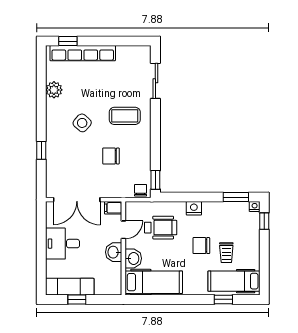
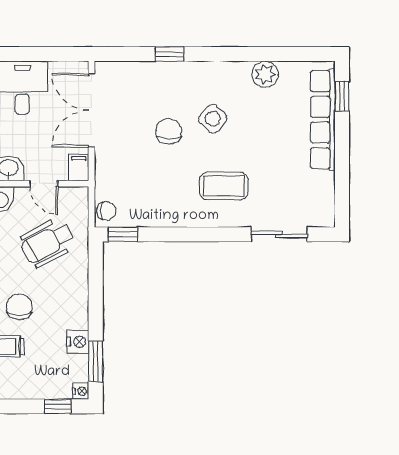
coffee table: (125, 116) -> (224, 186), turned 90
chair: (111, 156) -> (169, 131), moved
nightstand: (194, 208) -> (78, 342), moved
wheelchair: (161, 228) -> (47, 243), turned 62

